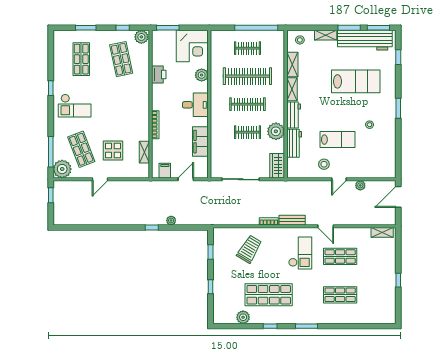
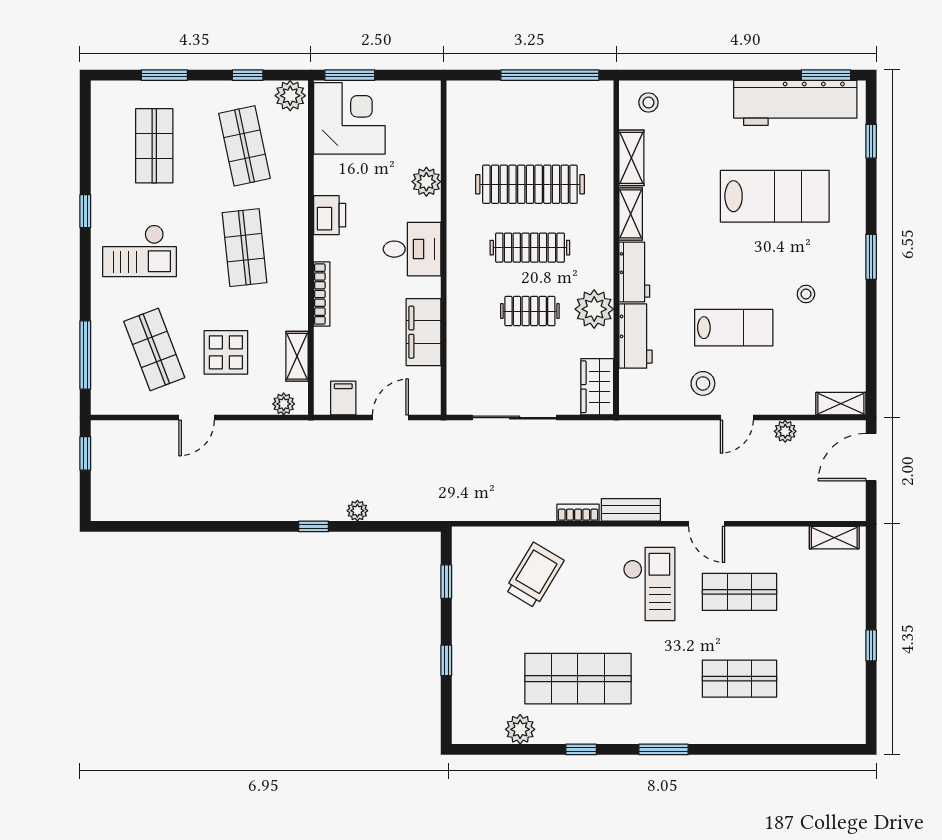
window: (349, 28) -> (760, 75), removed
shelving: (326, 35) -> (841, 404), moved
corner desk: (192, 46) -> (349, 118), moved, turned -90
clothes rail: (247, 48) -> (530, 121), removed
printer: (159, 75) -> (330, 215), moved
shop shelf: (121, 104) -> (245, 248), added
plant: (62, 169) -> (284, 404), moved, width x0.53, depth x0.53

